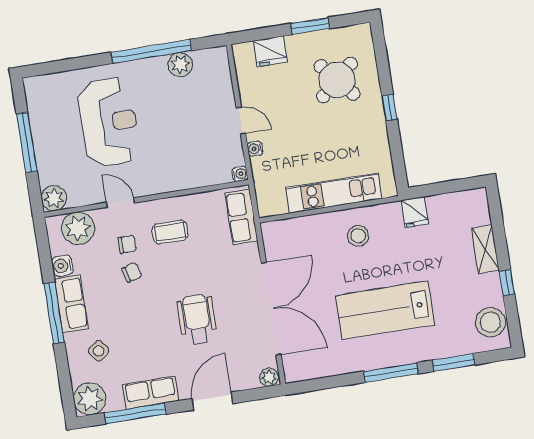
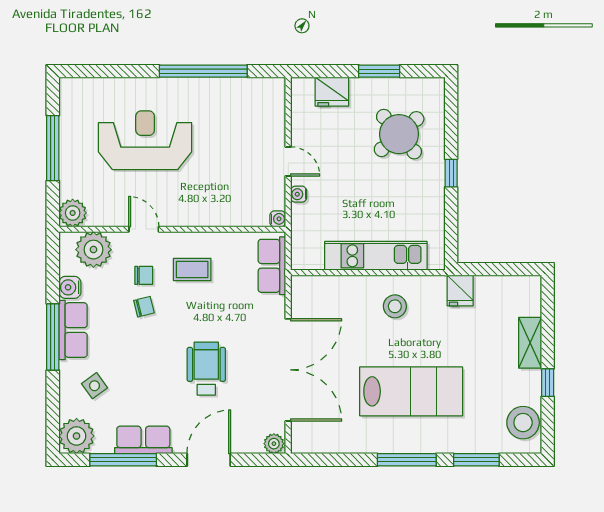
plant: (180, 65) -> (232, 90), removed
reception desk: (109, 122) -> (145, 140), turned -90
lab bench: (385, 310) -> (411, 391), turned 180

